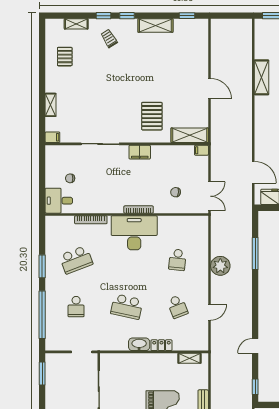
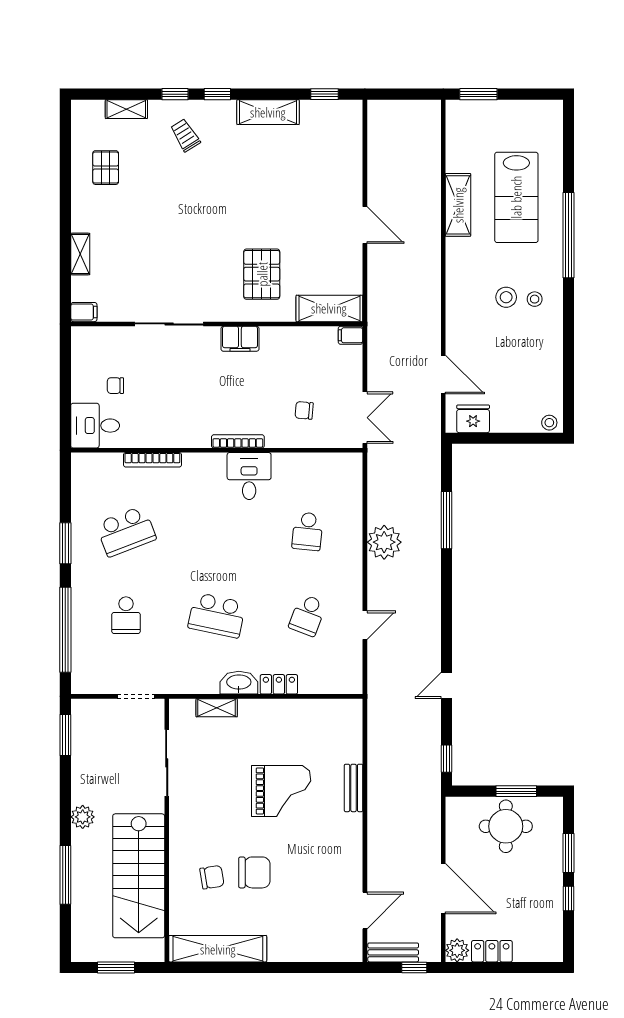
desk: (134, 233) -> (249, 476), width x0.53, depth x0.77
school desk: (177, 307) -> (308, 615), turned 42
shelving: (190, 358) -> (217, 708), moved

